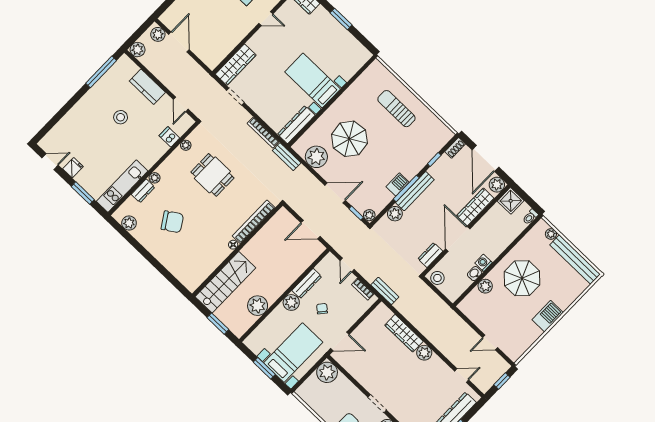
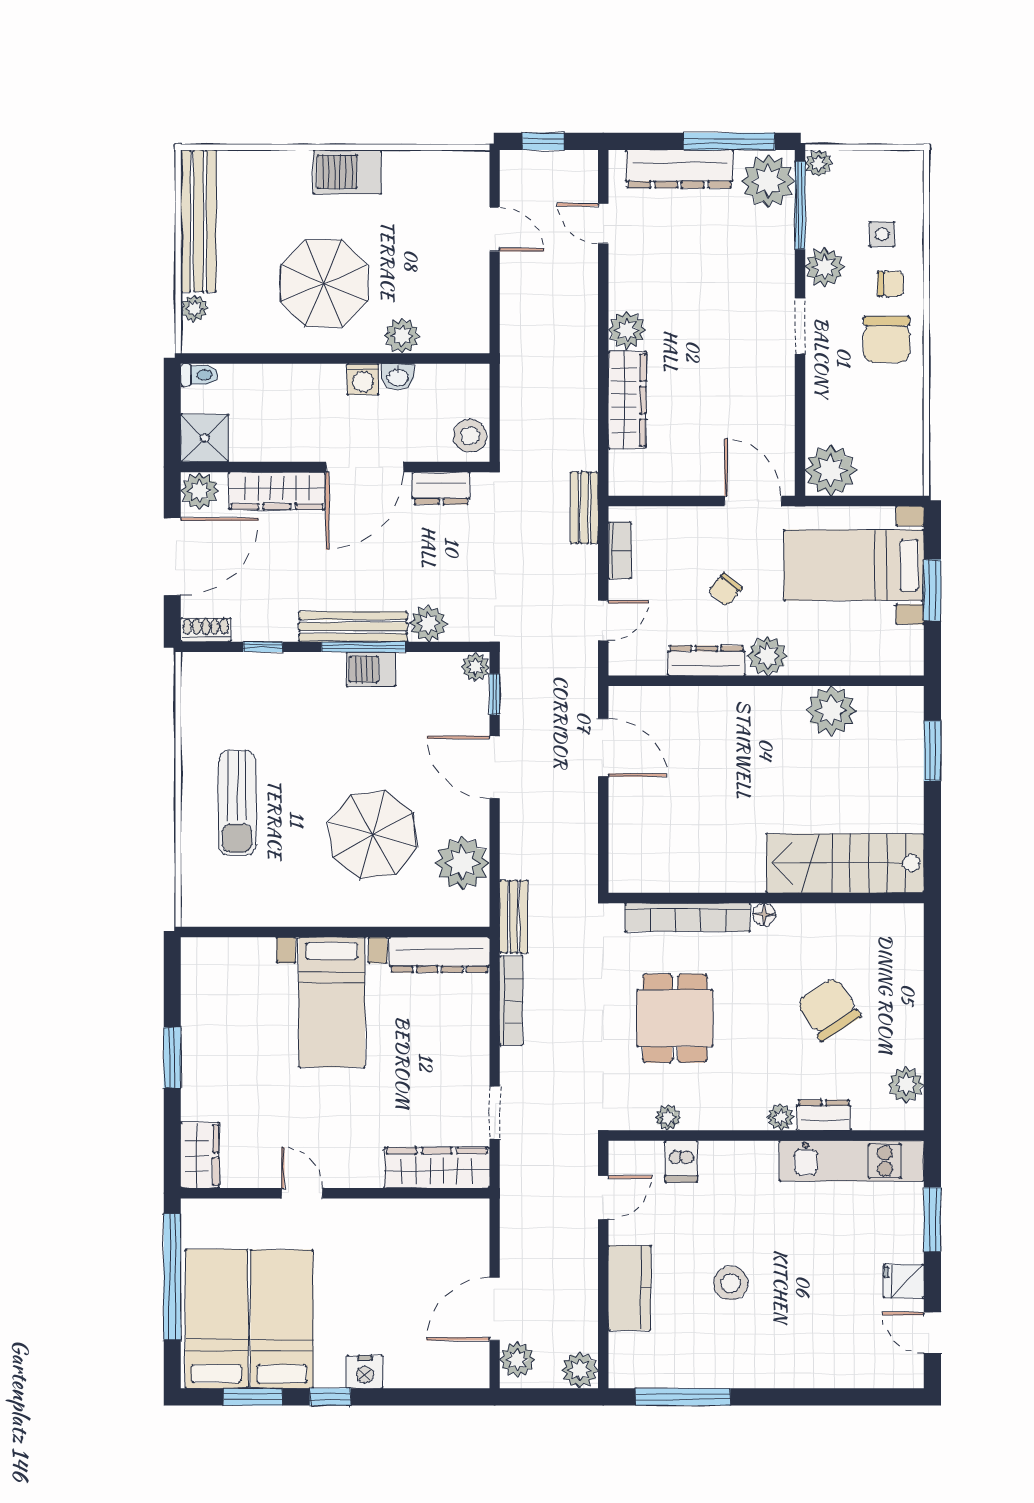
bookcase: (254, 222) -> (688, 917), moved
floor lamp: (233, 245) -> (764, 914), moved
wall: (237, 250) -> (766, 898), moved
stairs: (225, 282) -> (845, 863), moved

